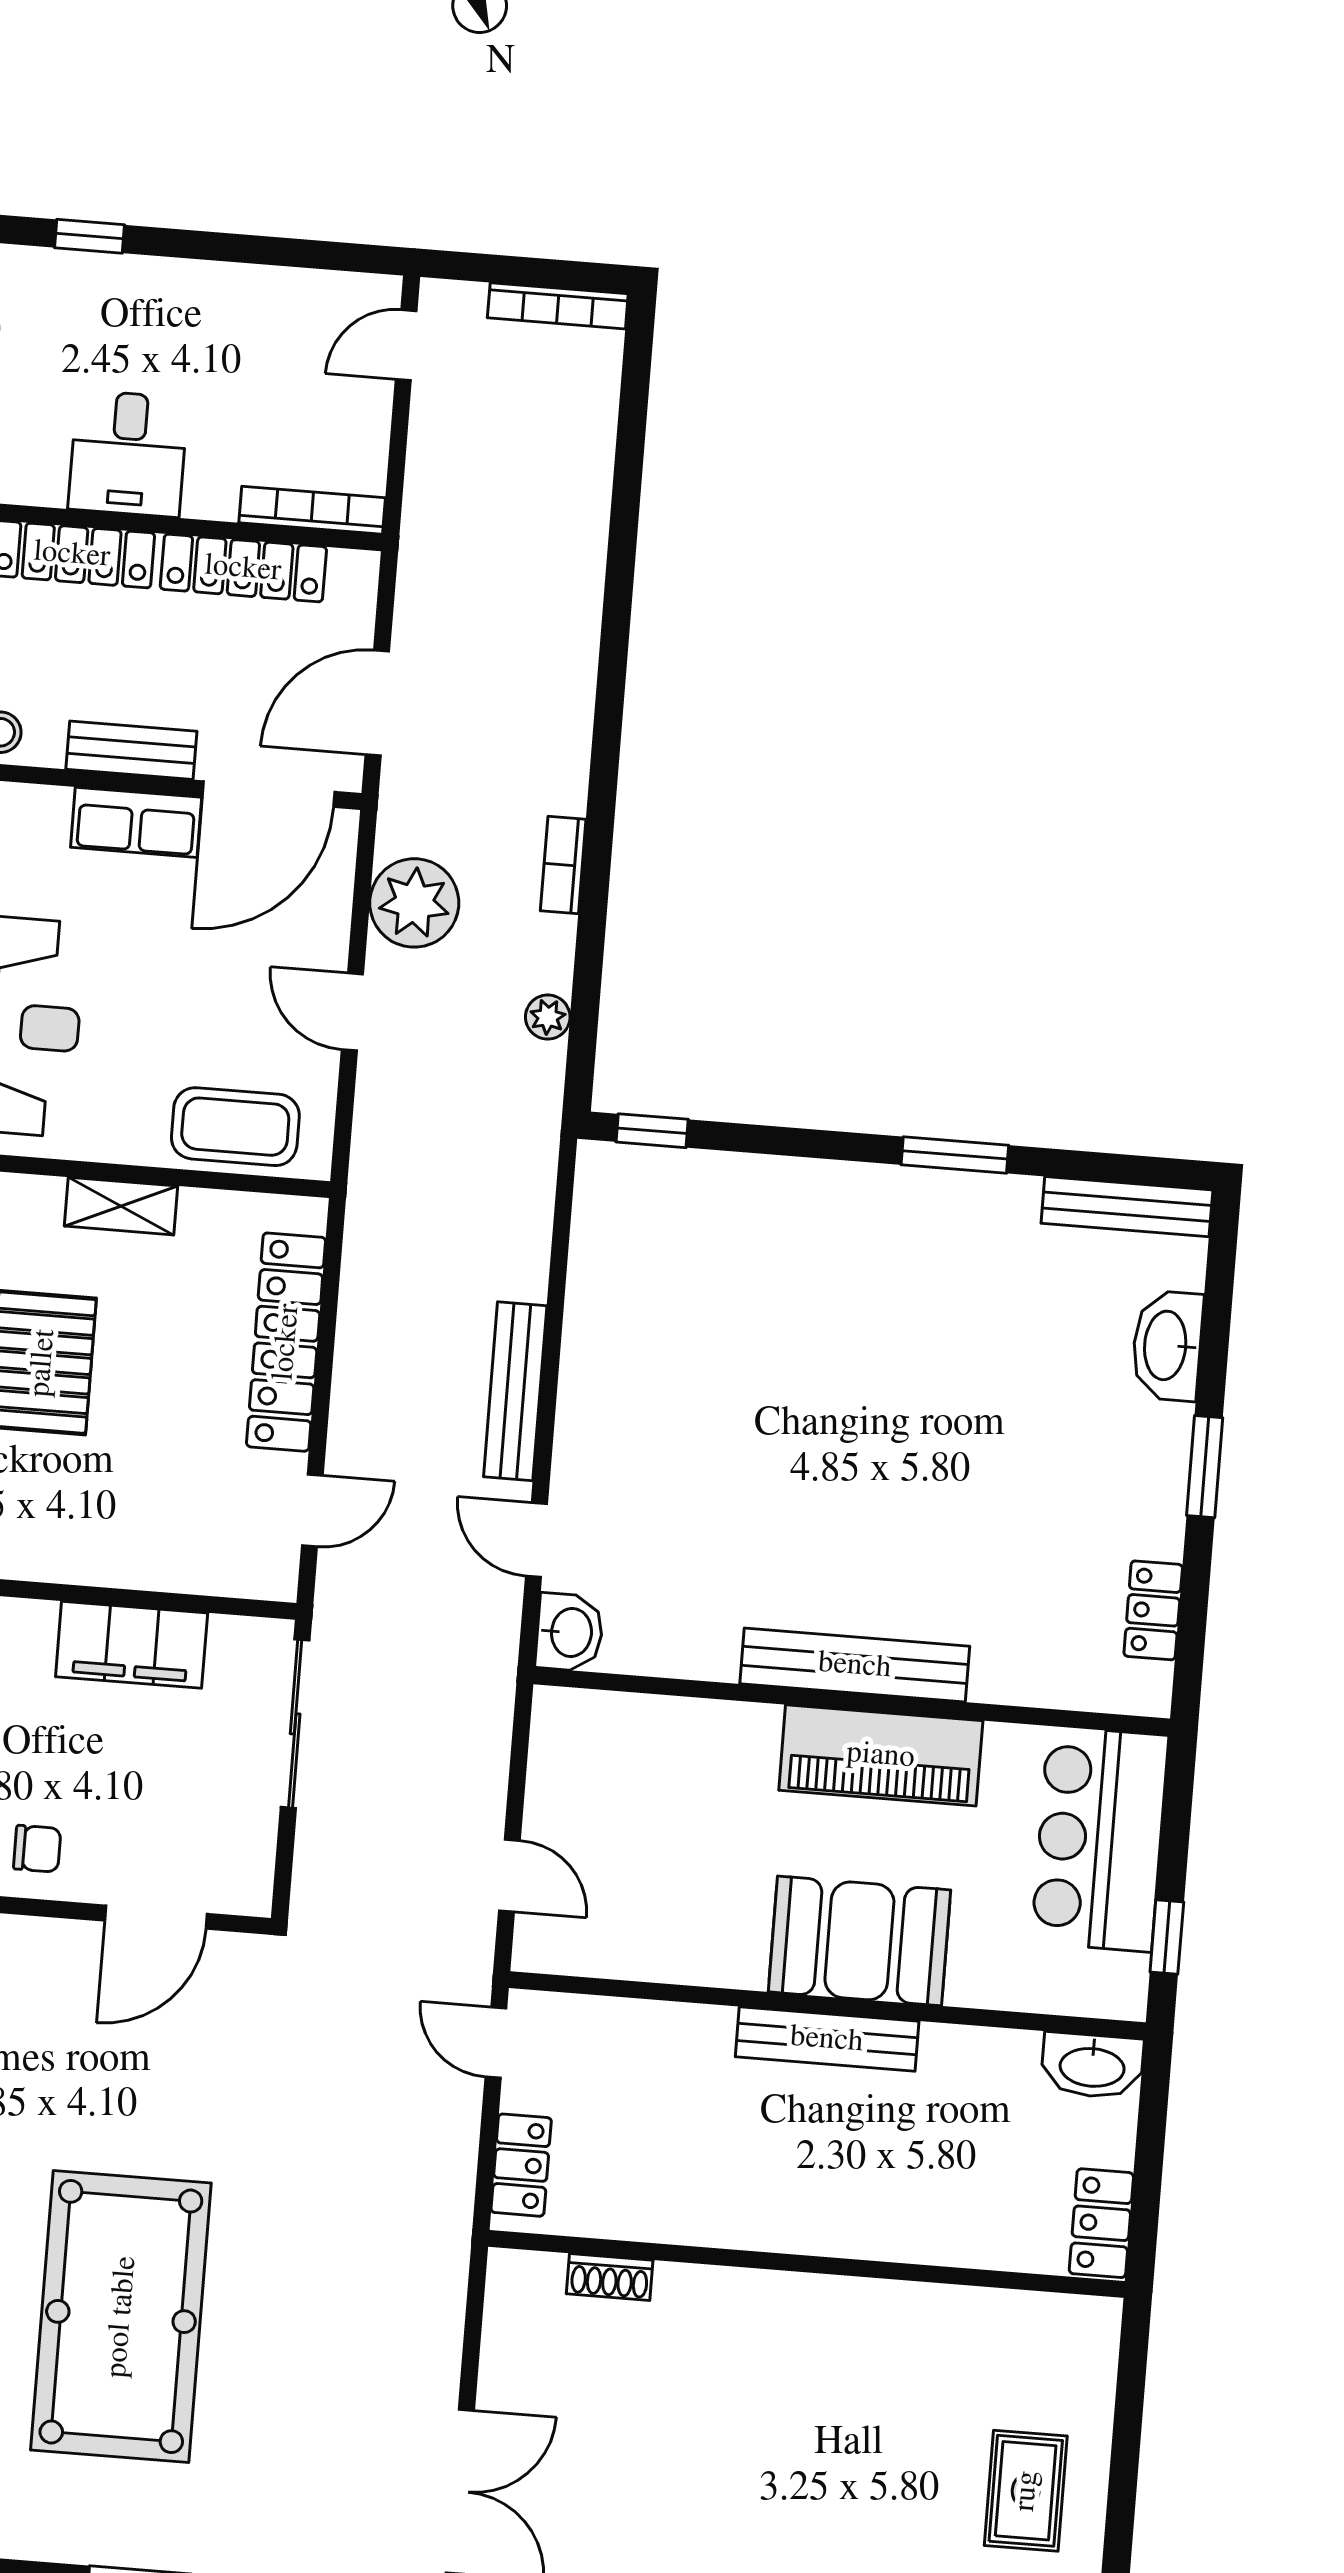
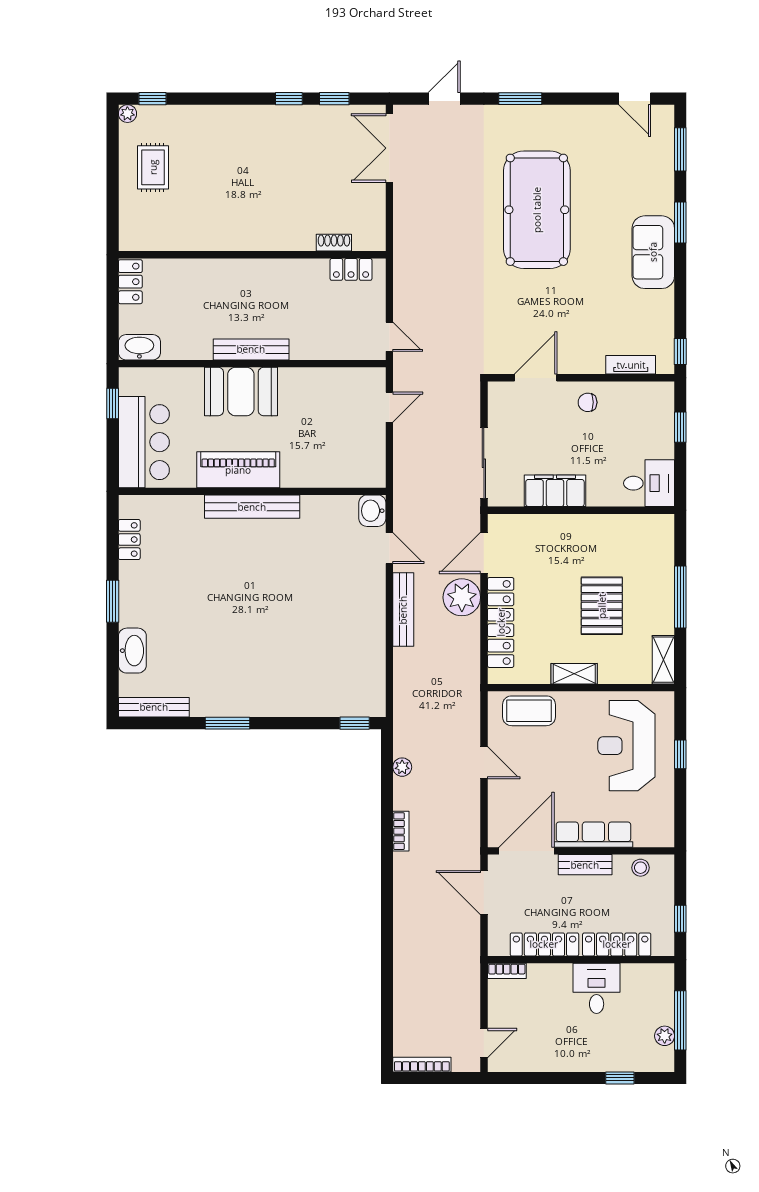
bookcase: (312, 510) -> (507, 971), width x0.64
door: (377, 703) -> (484, 893), swing flipped
row of seats: (136, 822) -> (593, 835), width x1.48
plant: (414, 903) -> (462, 597), moved
door: (312, 1510) -> (484, 553), width x1.38
door: (509, 1876) -> (389, 407), swing flipped
locker: (521, 2165) -> (351, 269), moved, turned -90

